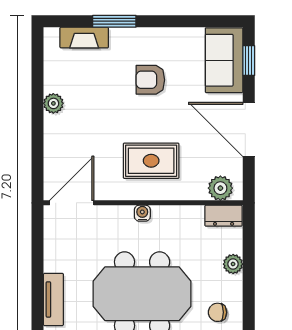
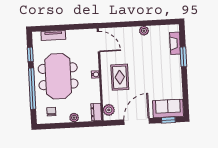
armchair: (150, 80) -> (157, 75), removed

